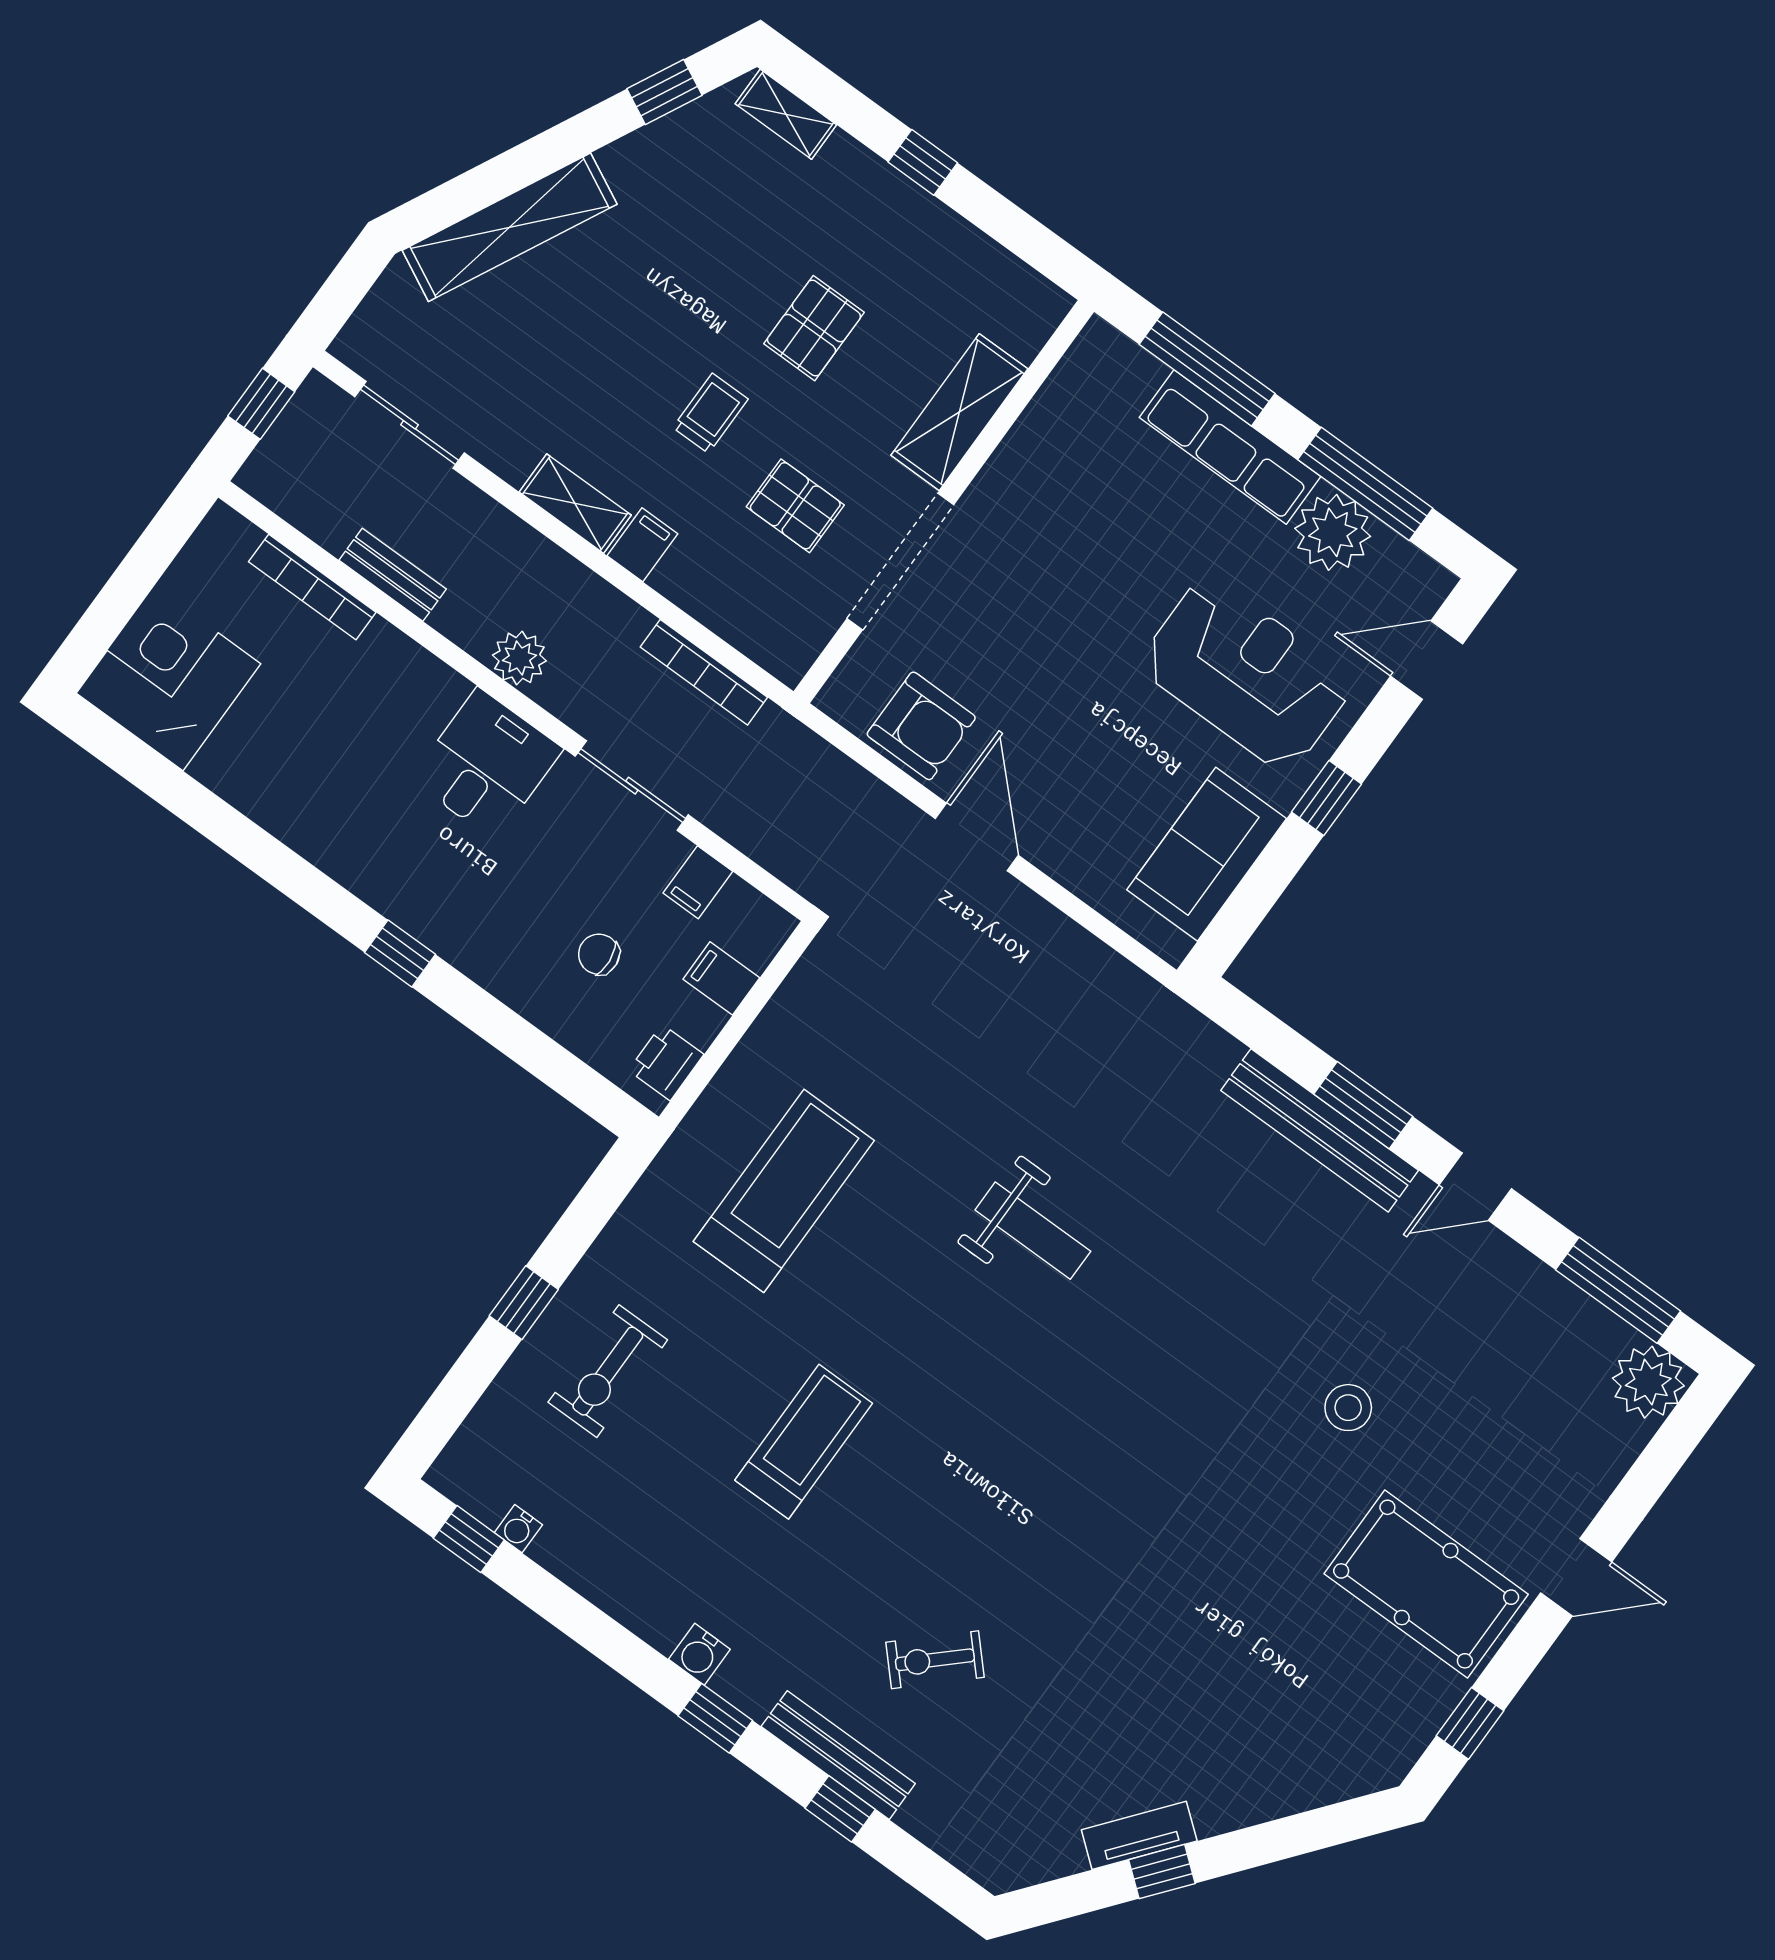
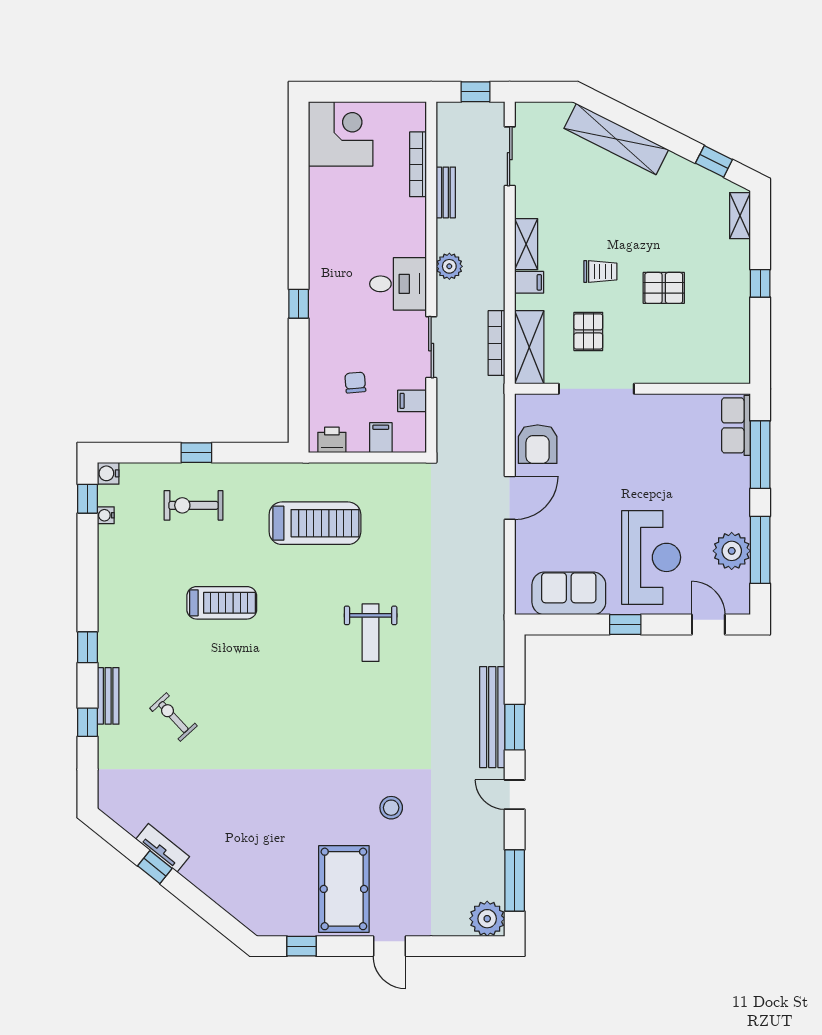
shelving: (959, 412) -> (529, 347), moved, turned 90
row of seats: (1230, 447) -> (736, 425), moved, width x0.68
water cooler: (699, 1654) -> (108, 473), moved
bench: (838, 1755) -> (108, 696), width x0.73

